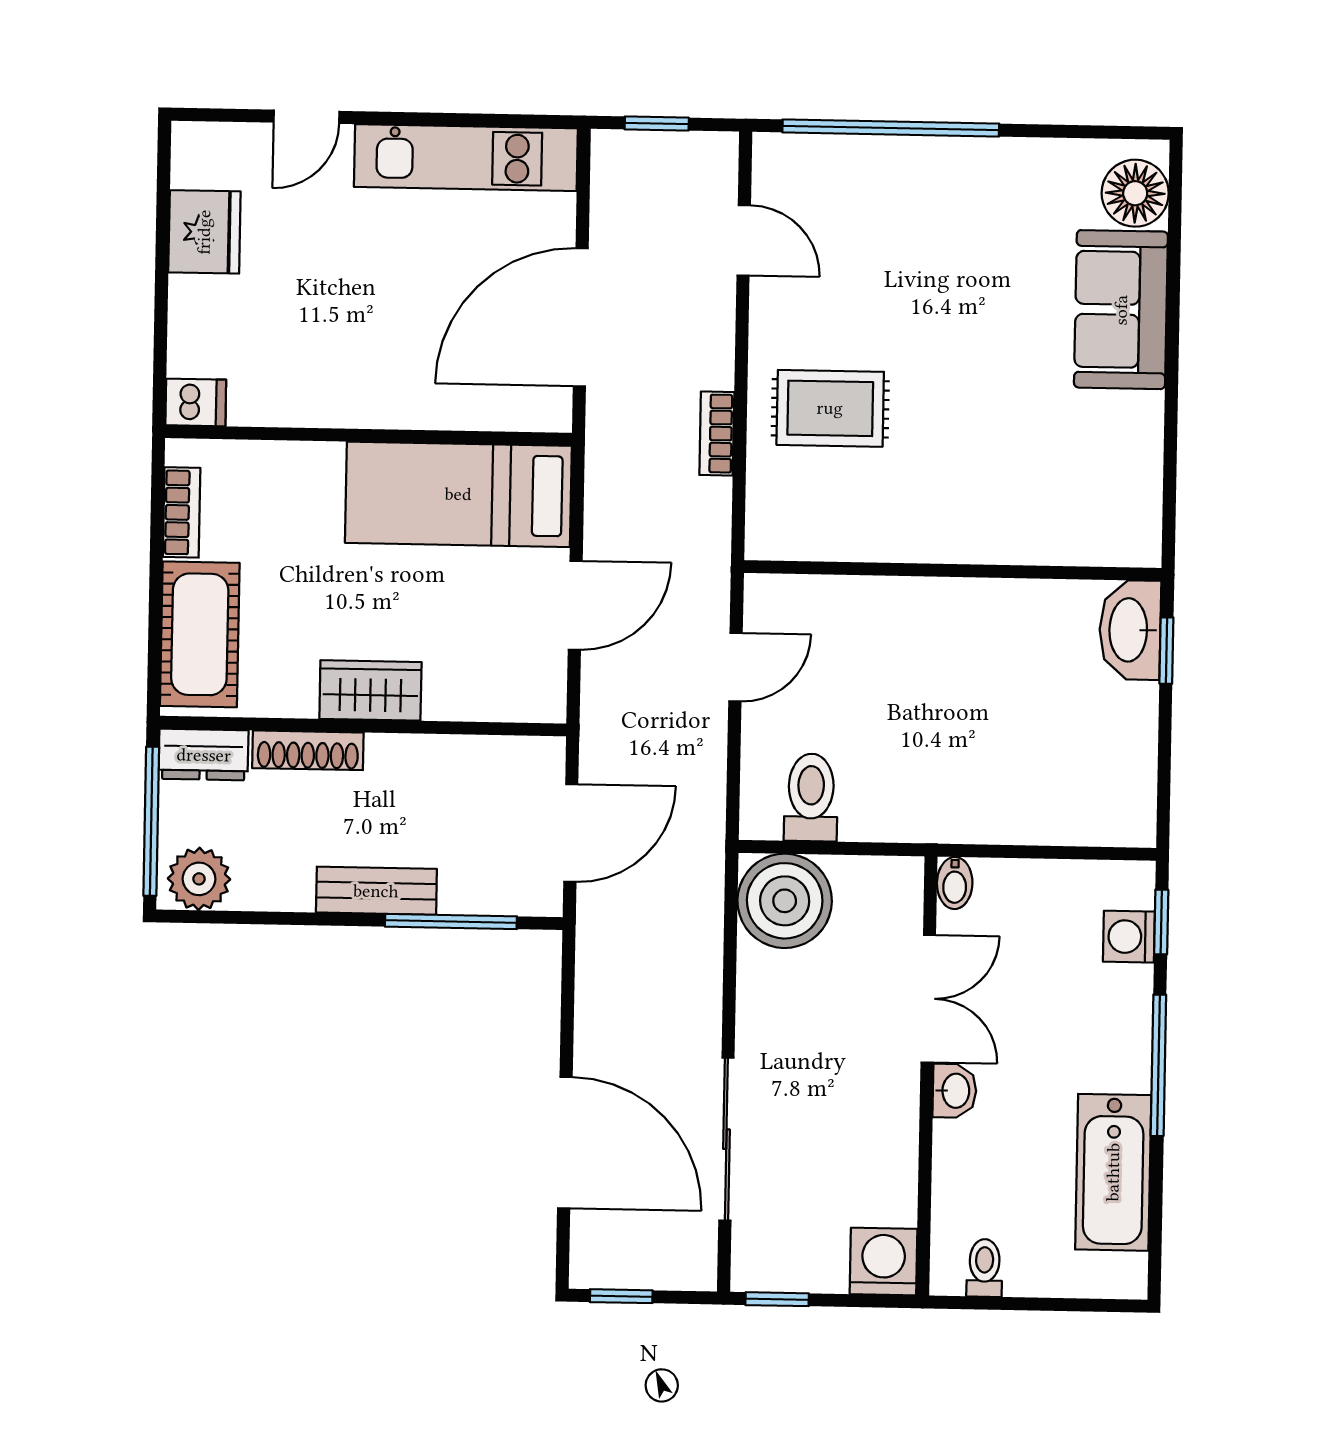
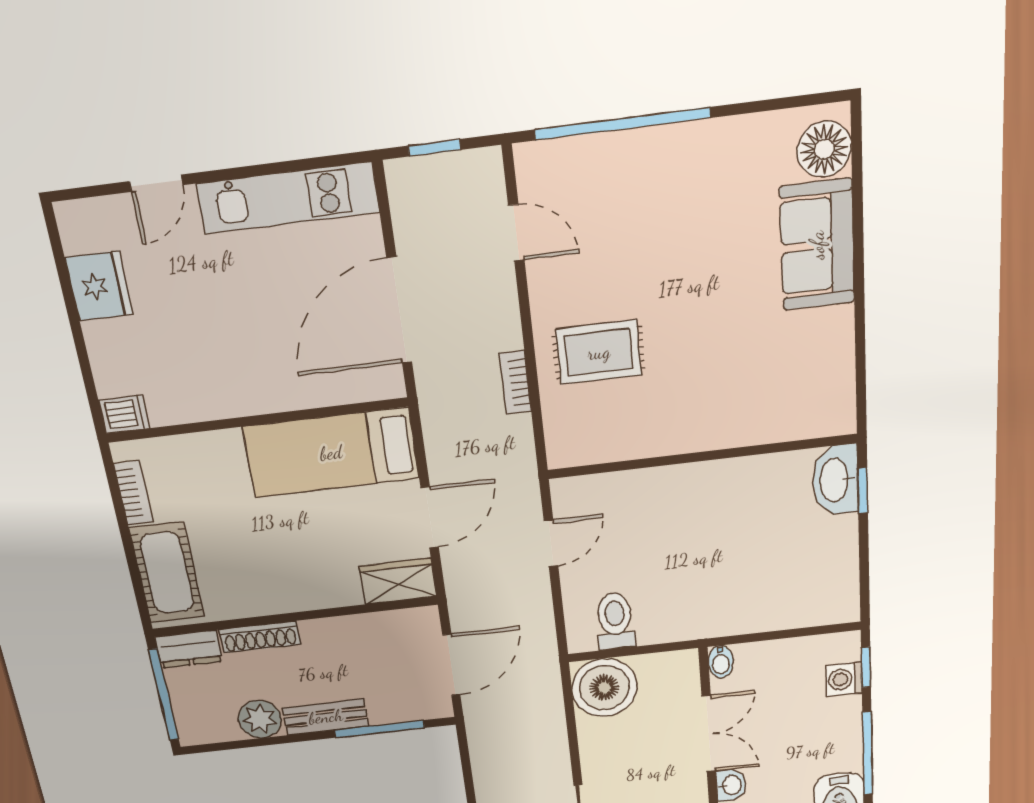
wardrobe: (370, 690) -> (398, 581), moved
plant: (199, 879) -> (260, 719), moved

